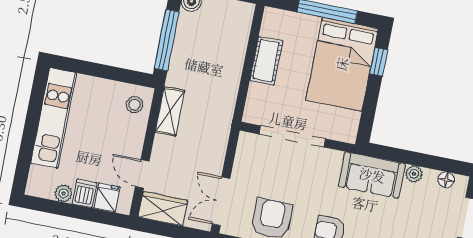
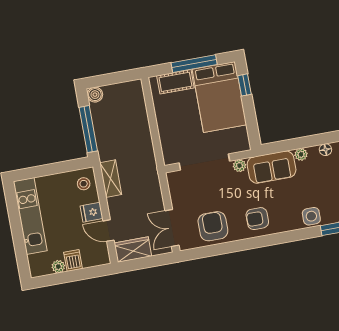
cot: (266, 61) -> (175, 82), moved, turned 90
plant: (333, 158) -> (239, 166), added
fridge: (107, 198) -> (92, 212), moved, turned -90

